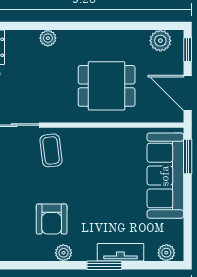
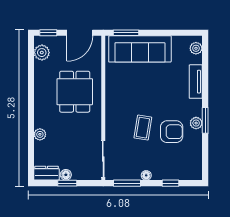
coffee table: (51, 150) -> (143, 128), moved, turned -74
window: (104, 265) -> (205, 120), moved

